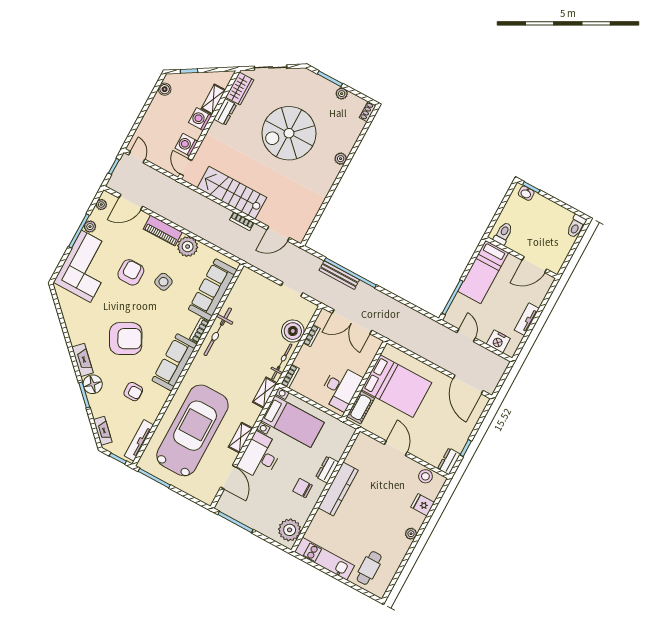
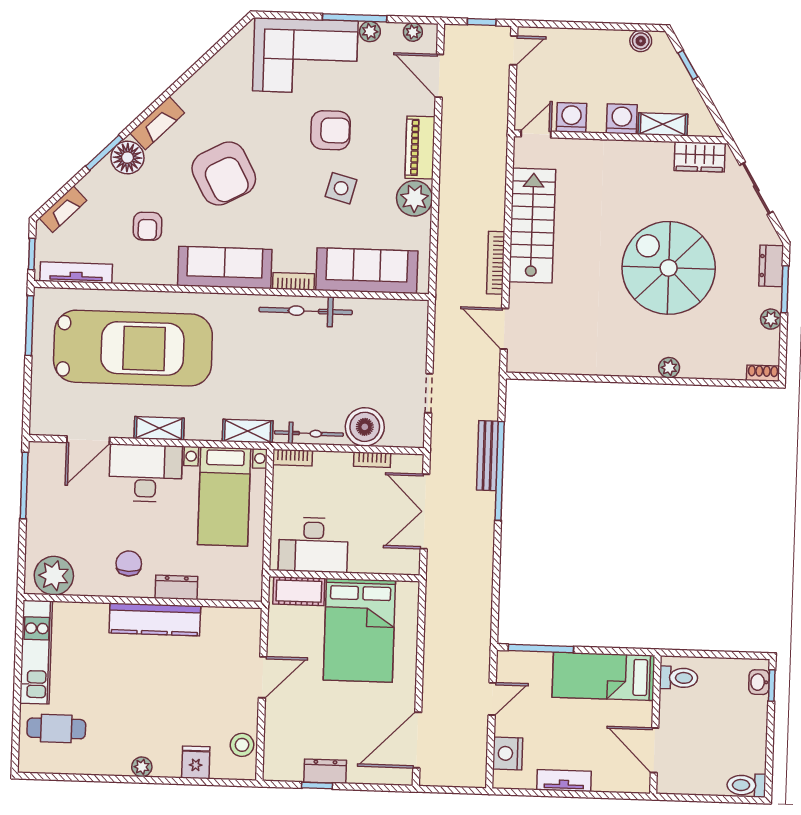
dresser: (225, 112) -> (771, 266), moved, turned 90
bookcase: (242, 221) -> (496, 263), width x1.56
dresser: (449, 461) -> (325, 771), moved

